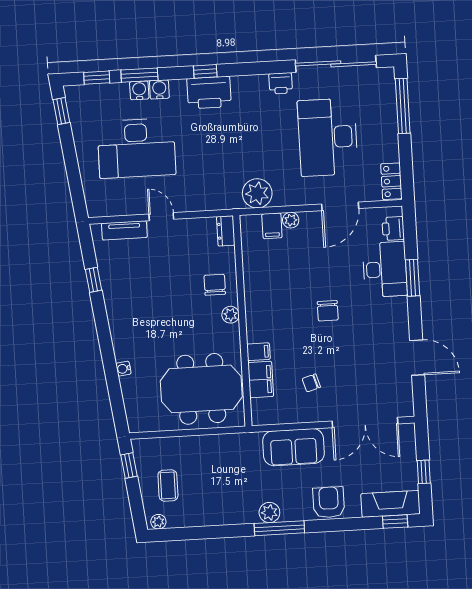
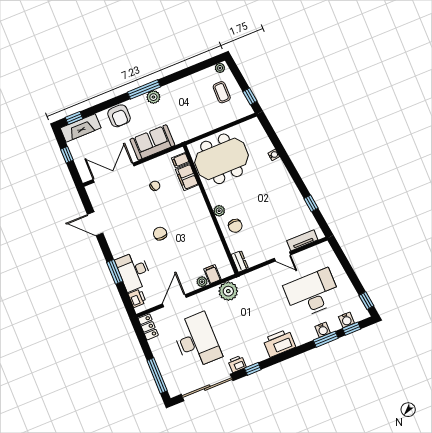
window: (205, 71) -> (253, 369), moved
water cooler: (159, 89) -> (346, 320), moved
filing cabinet: (258, 352) -> (180, 160), moved

